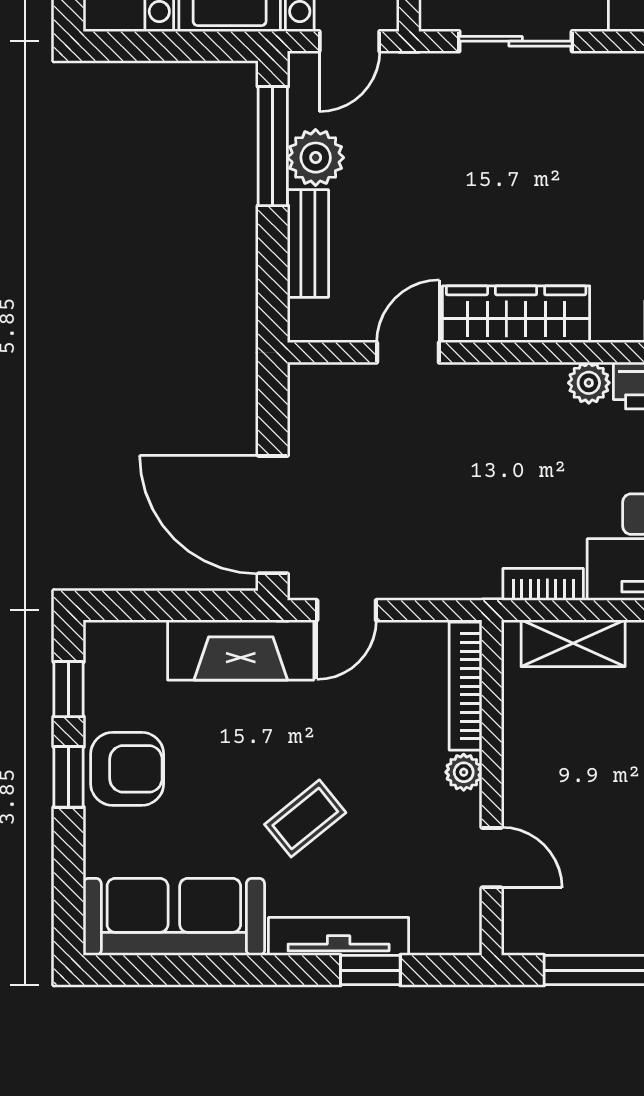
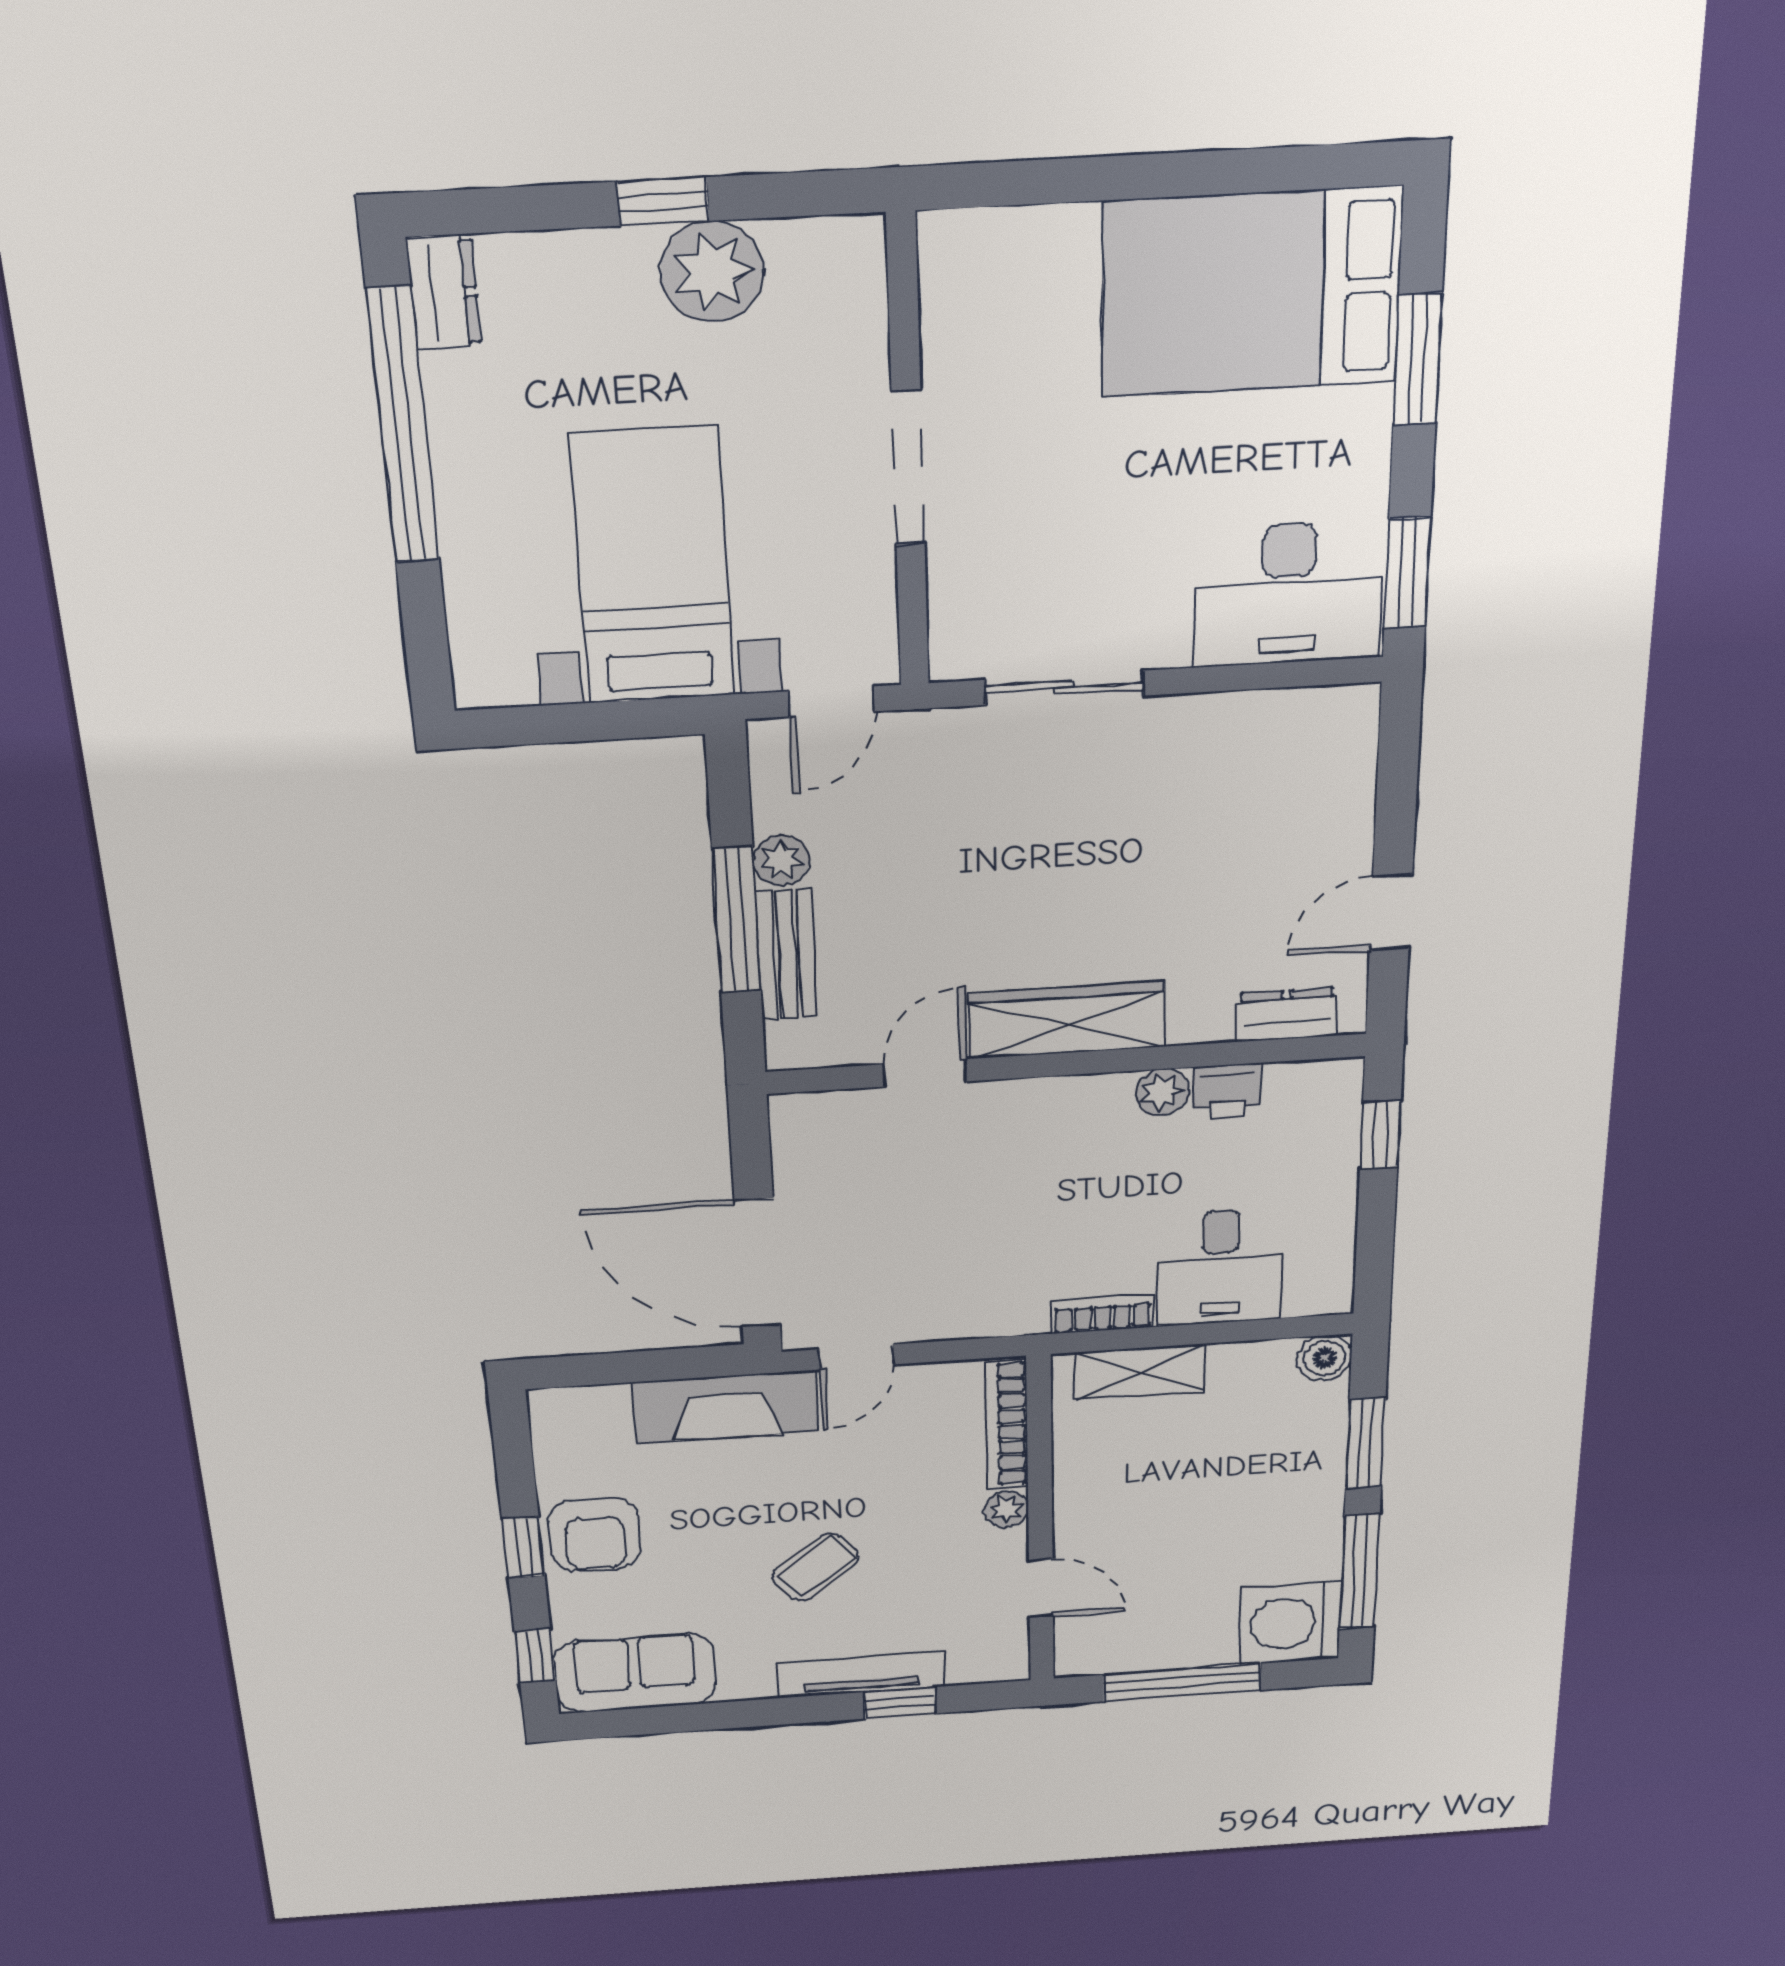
window: (273, 146) -> (737, 920), moved
plant: (316, 158) -> (781, 860), width x0.73, depth x0.73
window: (69, 689) -> (535, 1656), moved
armchair: (127, 769) -> (595, 1535), turned 90
sofa: (174, 917) -> (635, 1673), width x0.73

